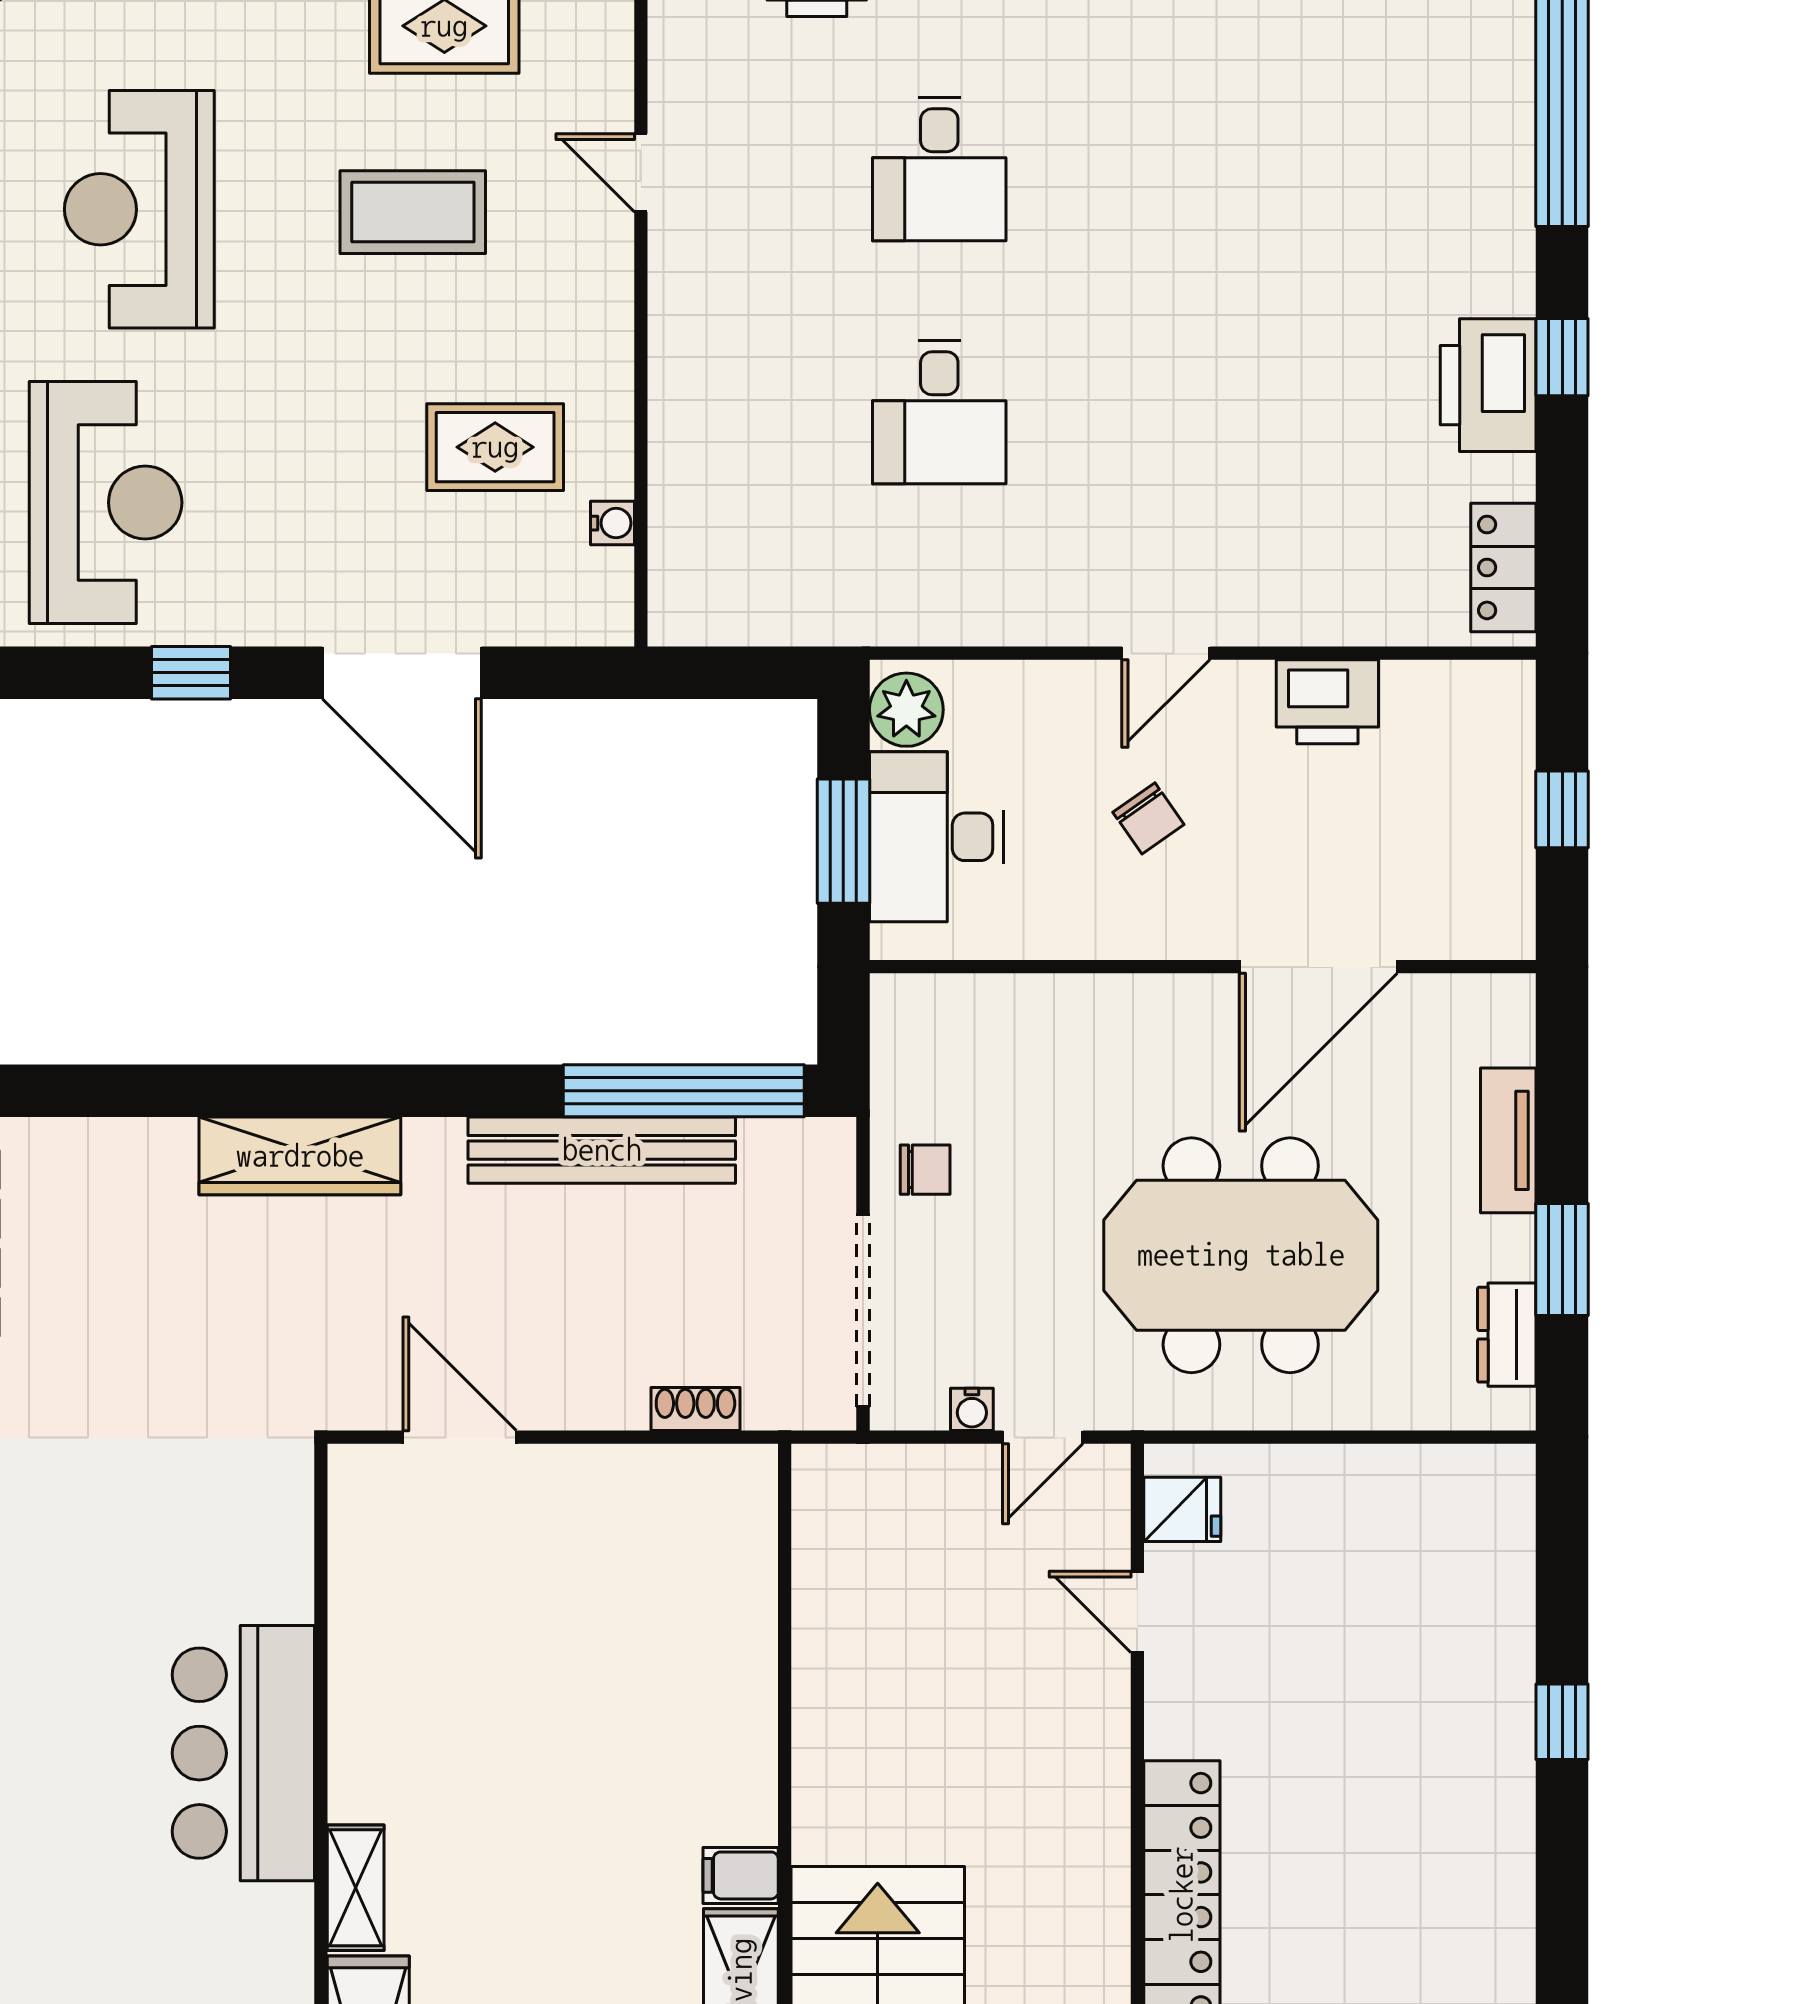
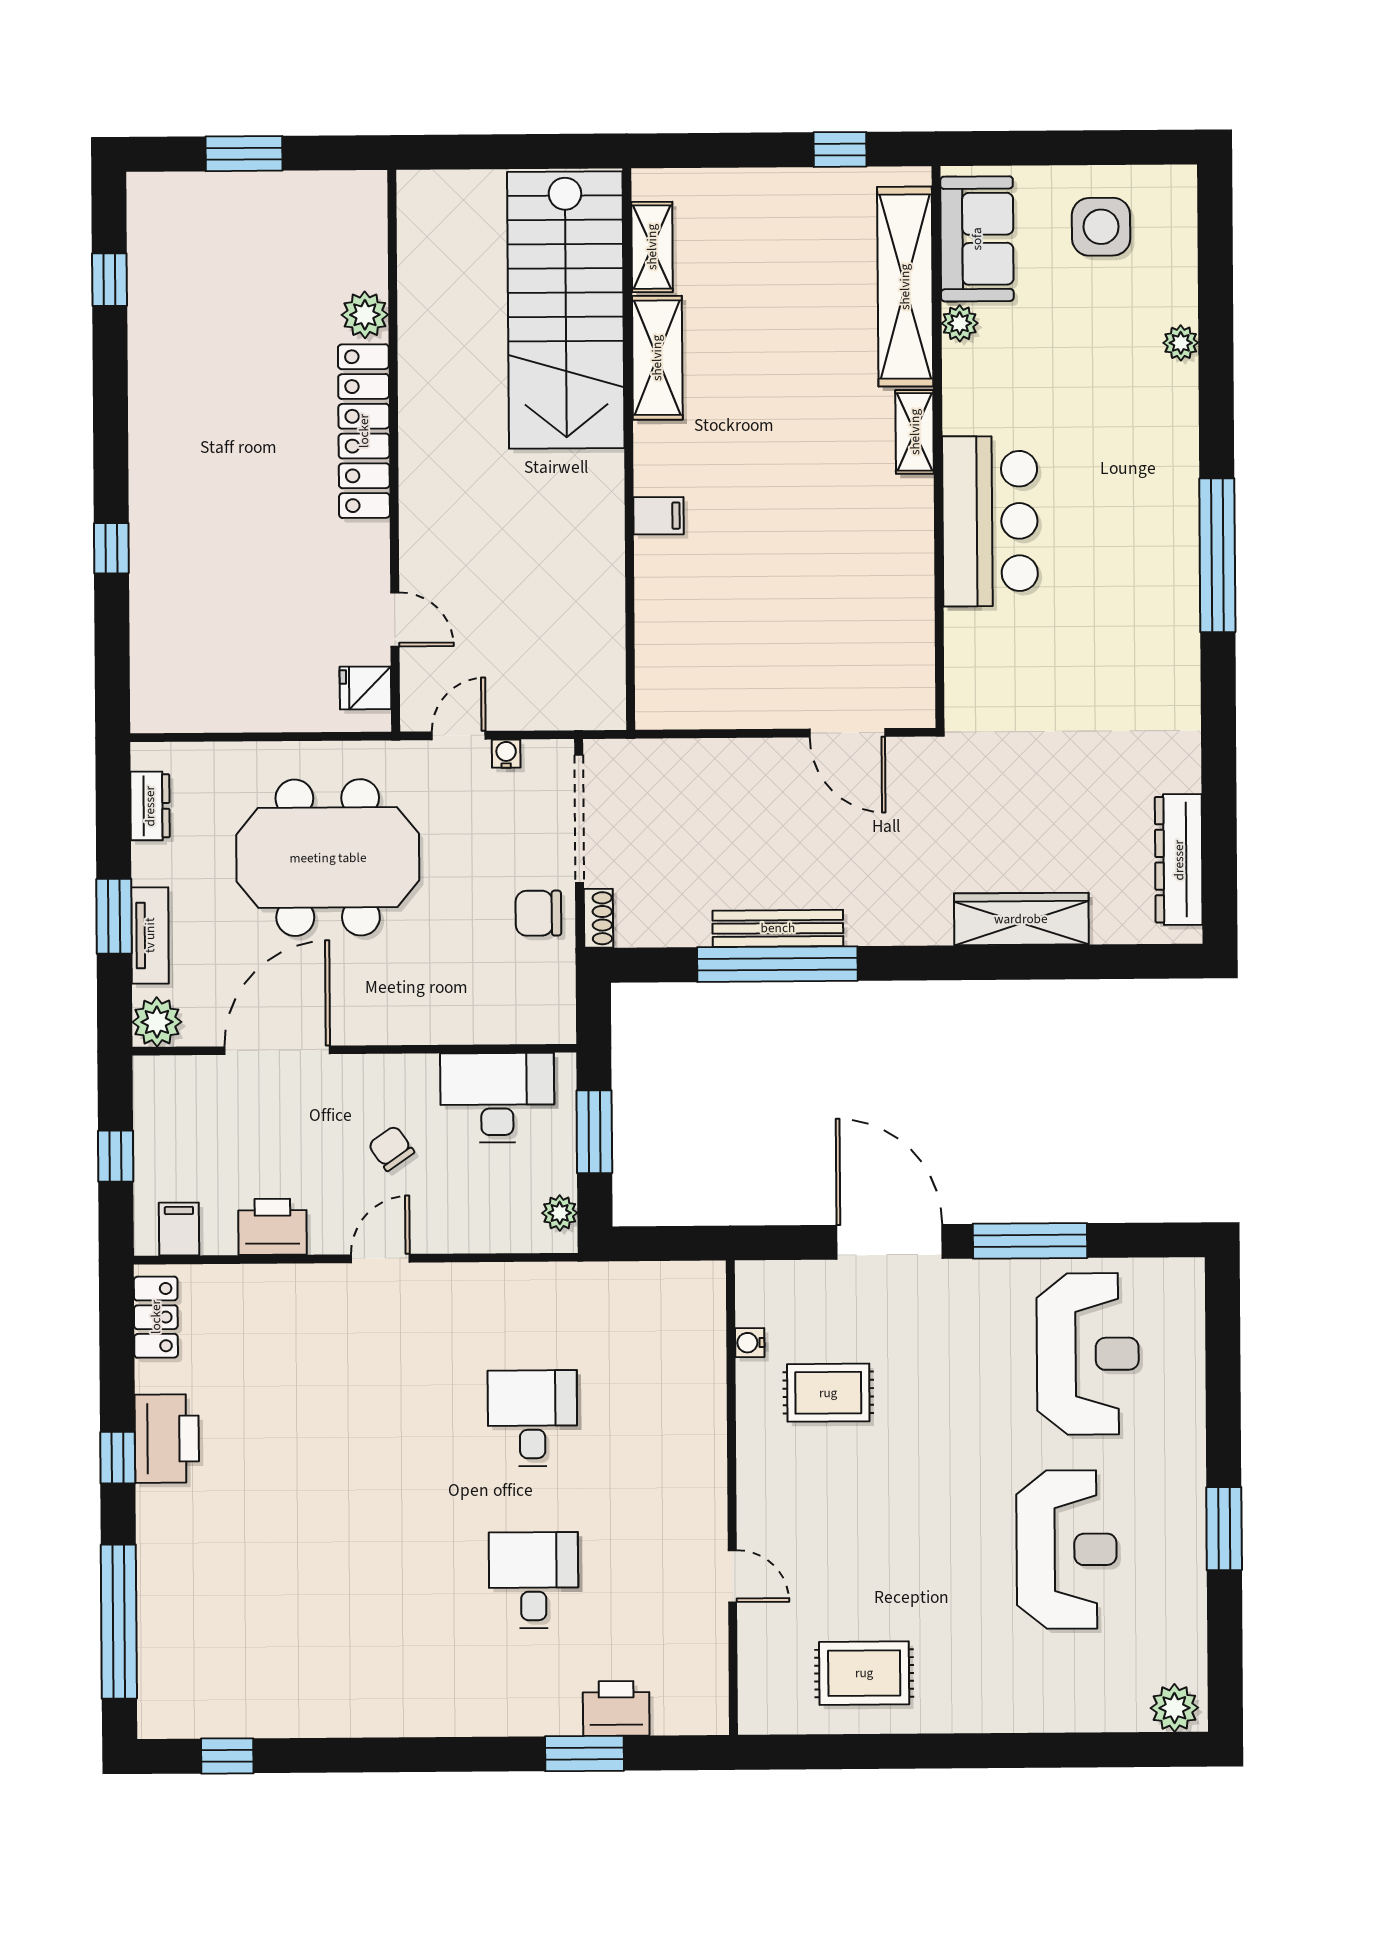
coffee table: (413, 212) -> (884, 1549), removed
reception desk: (106, 503) -> (1088, 1354), turned 180
window: (191, 673) -> (1030, 1241), width x2.17
filing cabinet: (1468, 699) -> (179, 1229), added
plant: (906, 710) -> (560, 1213), width x0.73, depth x0.73
desk: (936, 837) -> (497, 1098), moved, turned -90
plant: (1499, 1010) -> (157, 1022), added
window: (684, 1091) -> (777, 964), moved
bench: (602, 1150) -> (778, 928), width x0.73, depth x0.82
wardrobe: (300, 1156) -> (1021, 919), moved
chair: (925, 1170) -> (538, 913), width x1.37, depth x1.37
window: (1562, 1259) -> (114, 916), moved
shoe rack: (695, 1409) -> (599, 918), moved, turned -90
filing cabinet: (741, 1875) -> (659, 516), moved

